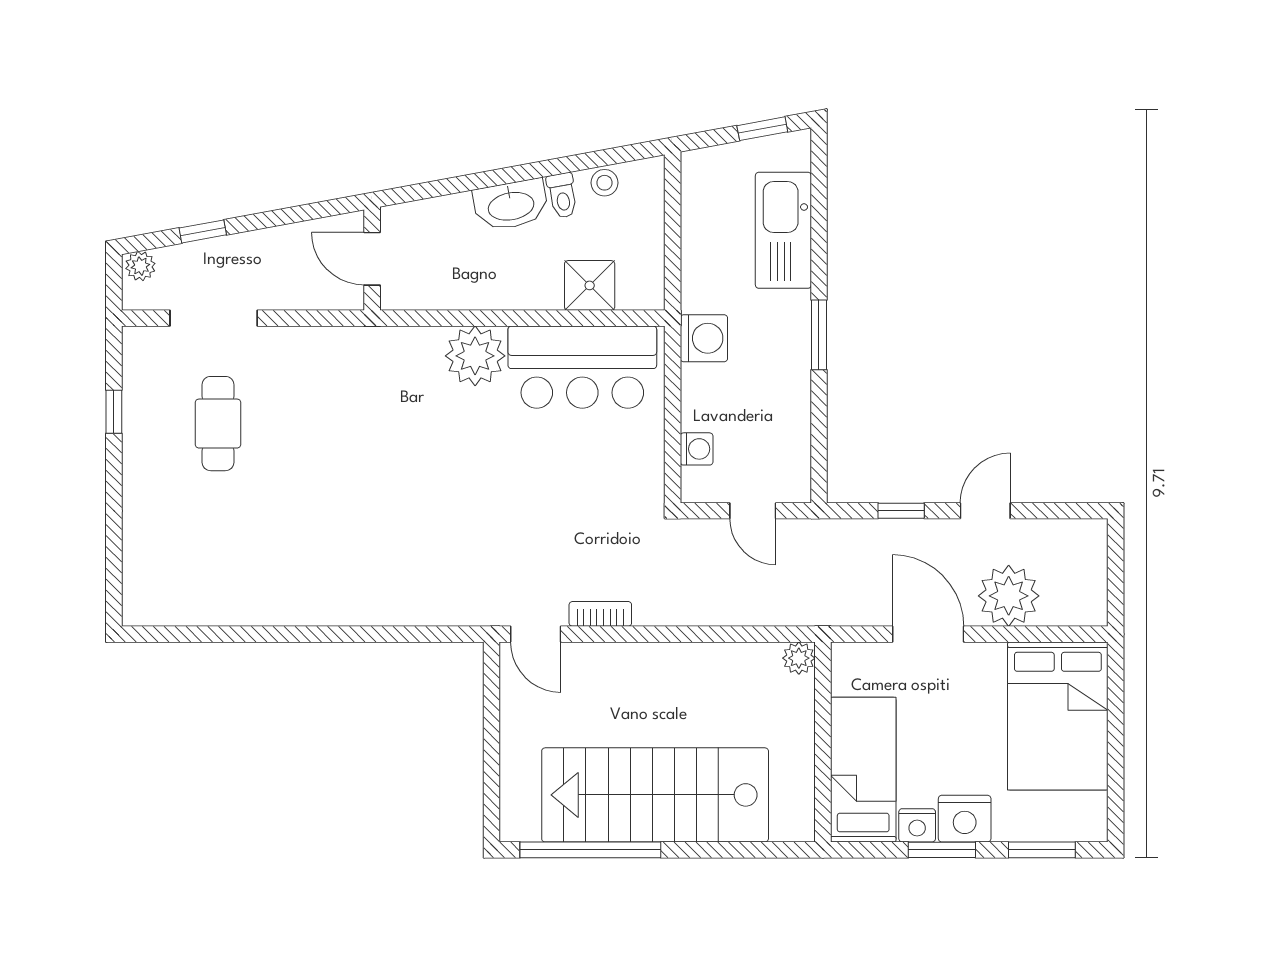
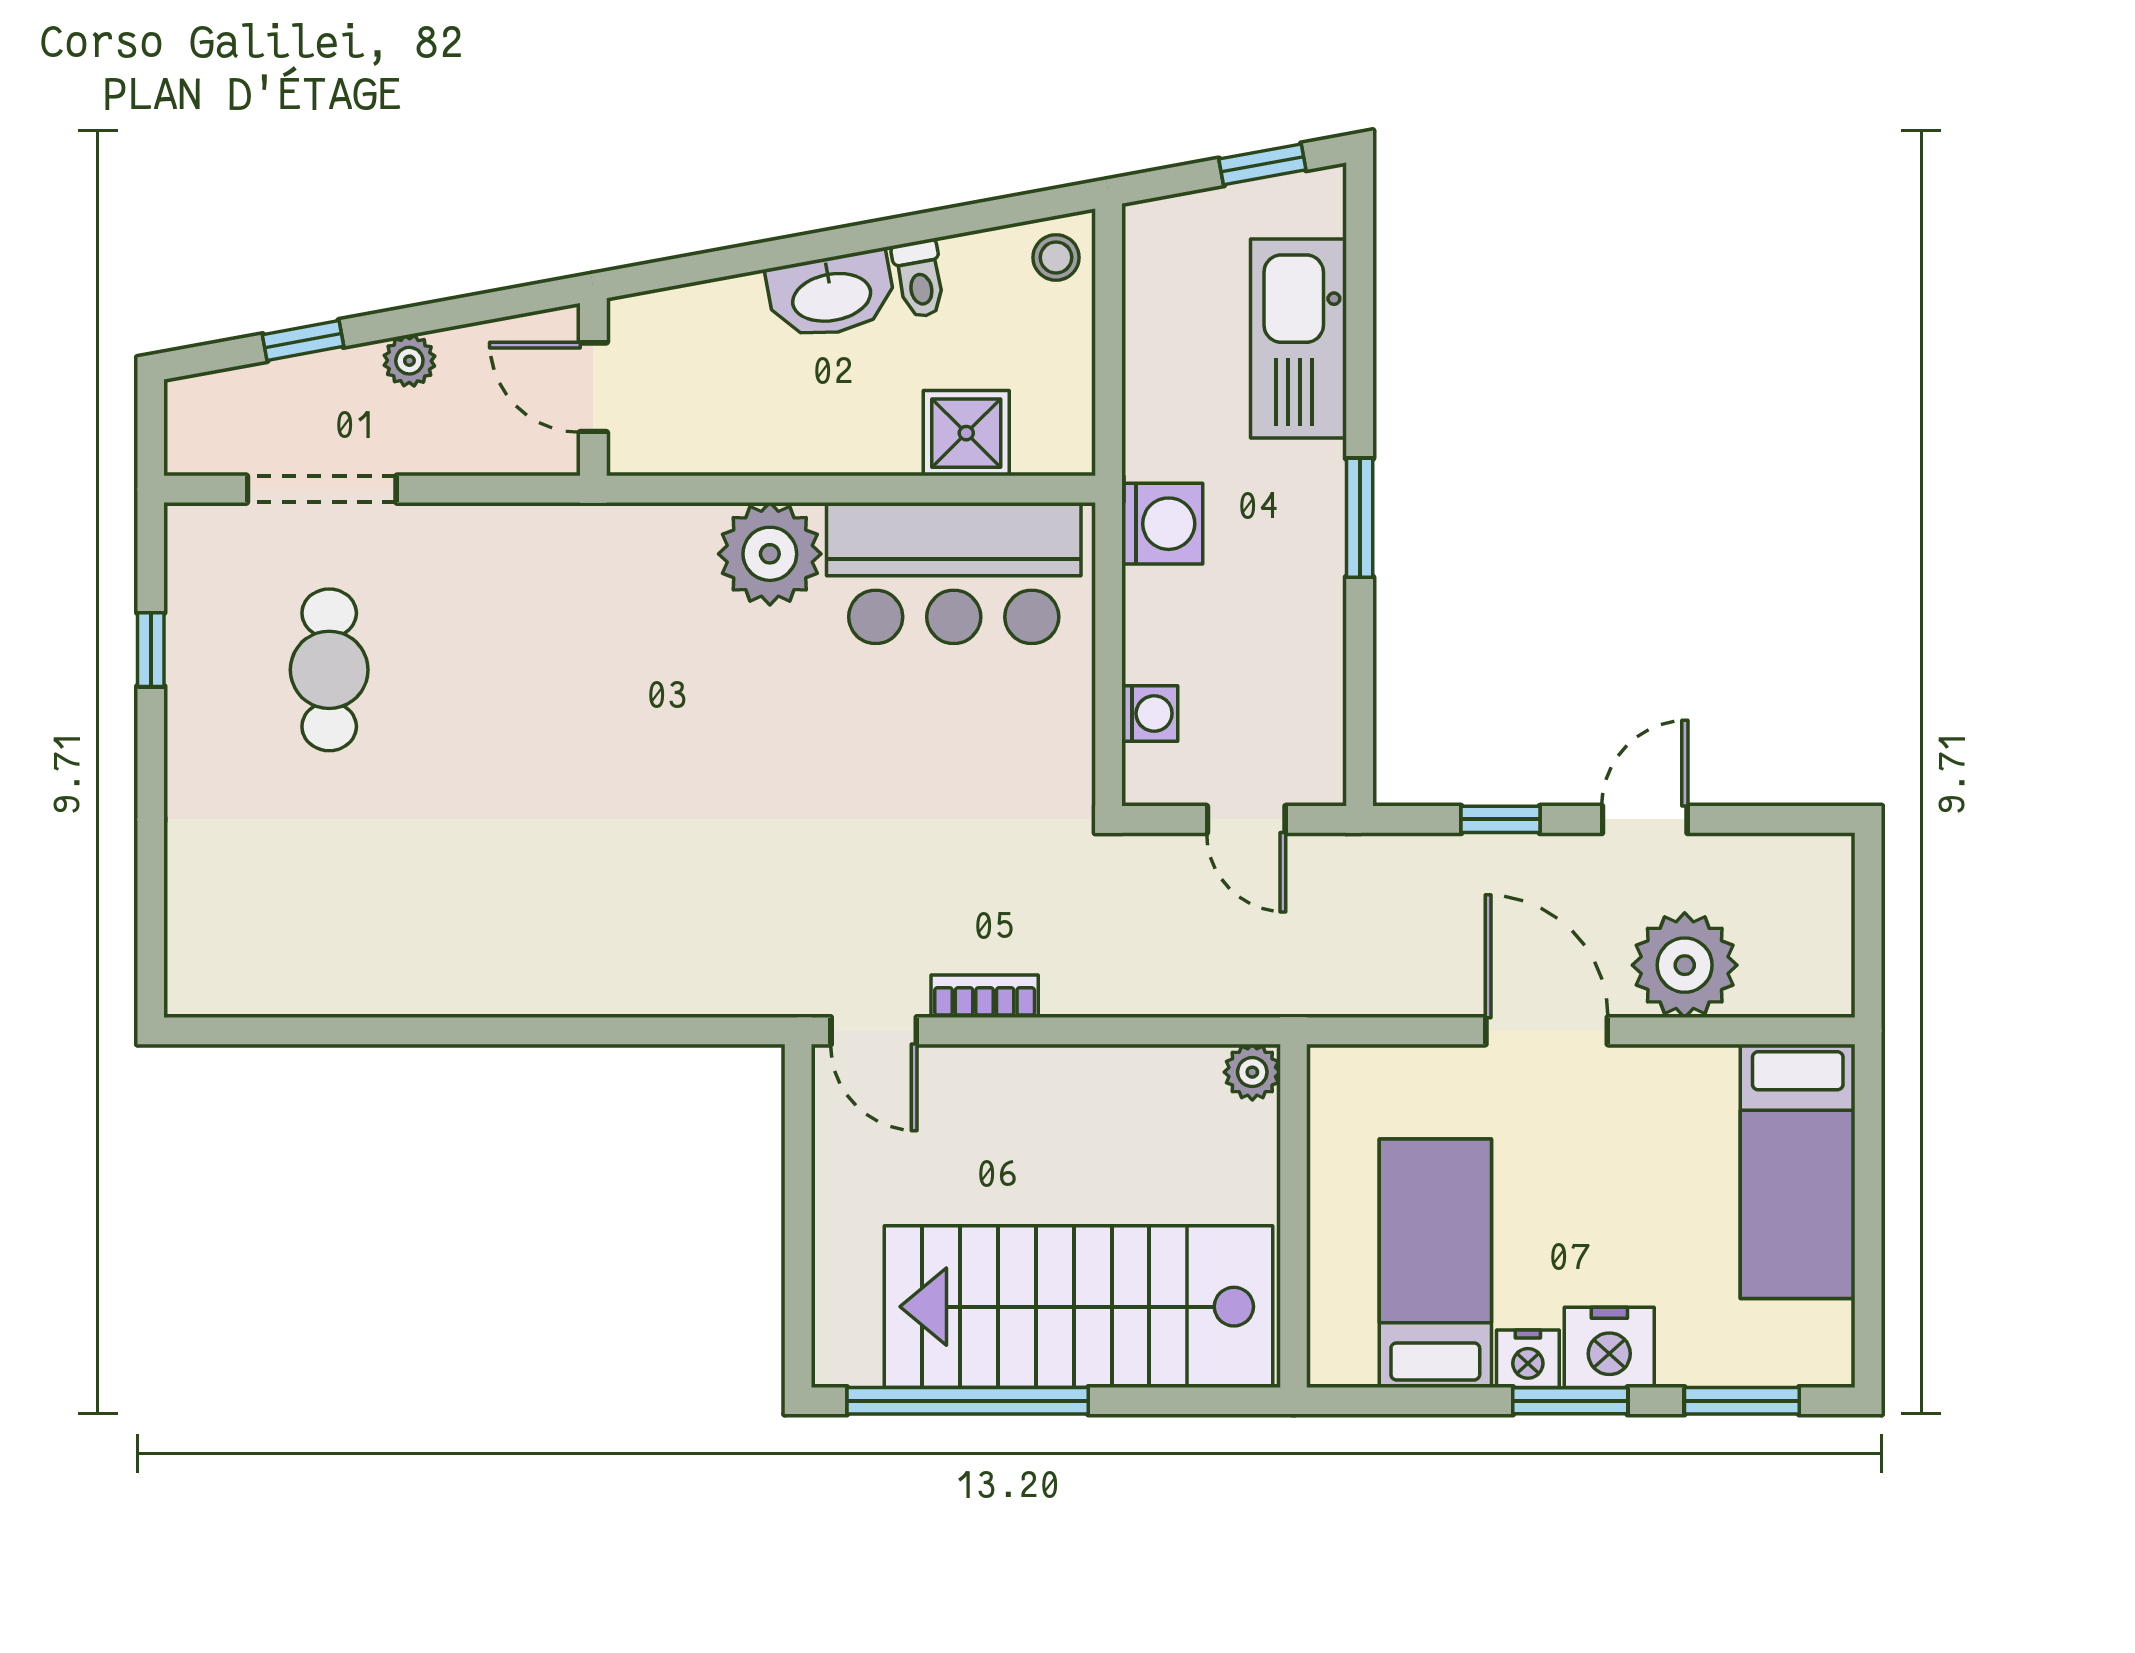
stool: (605, 183) -> (1056, 257), moved
plant: (140, 266) -> (409, 361), moved
plant: (799, 658) -> (1252, 1072), moved
bed: (1058, 716) -> (1798, 1171), width x0.67
wall: (823, 742) -> (1294, 1216), moved

